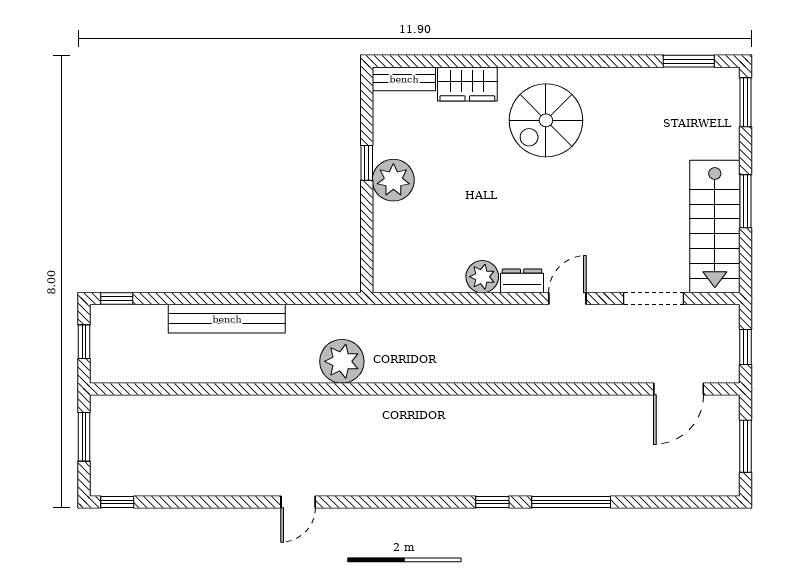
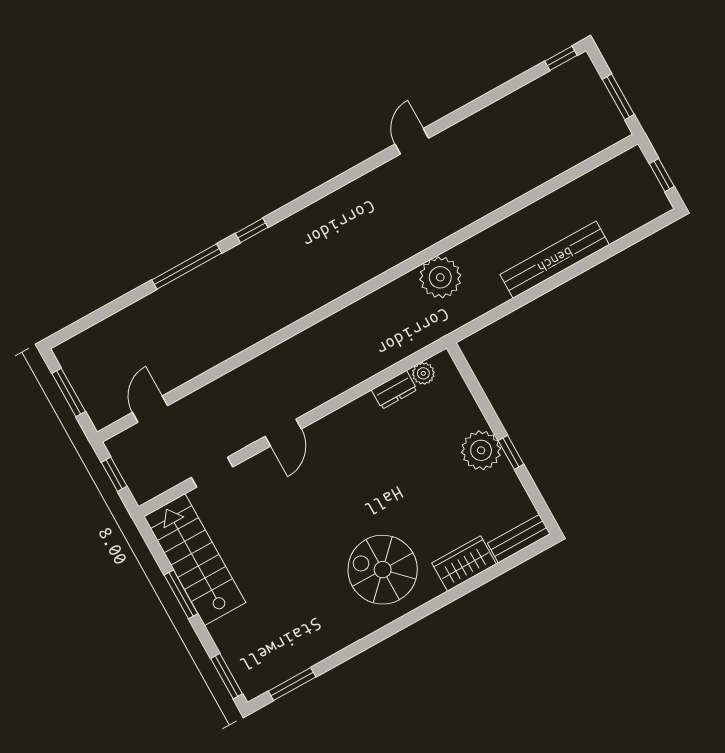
spiral stairs: (546, 120) -> (383, 570), turned -90
plant: (482, 277) -> (423, 373), moved, width x0.73, depth x0.73
dresser: (522, 281) -> (394, 390), moved
window: (117, 299) -> (655, 226), removed
doorway: (654, 299) -> (212, 472), width x0.73
door: (679, 389) -> (150, 409), width x0.73

